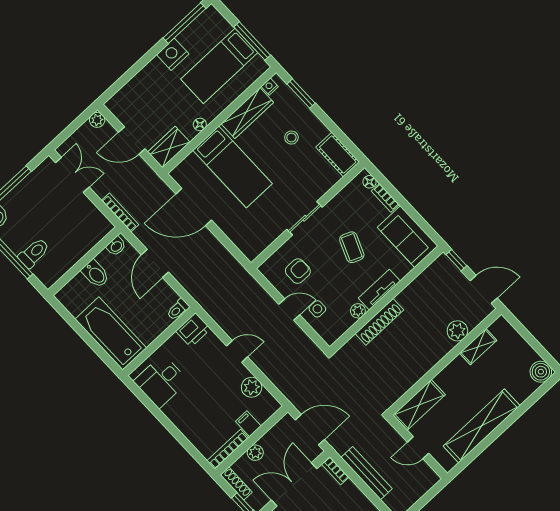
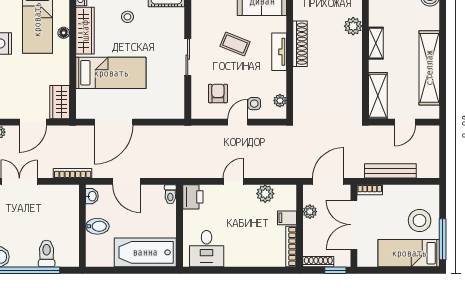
floor lamp: (200, 124) -> (64, 33), moved
plant: (358, 311) -> (280, 101), moved
shoe rack: (379, 322) -> (300, 44), moved
shelving: (478, 347) -> (376, 43), moved
plant: (255, 453) -> (310, 212), moved

